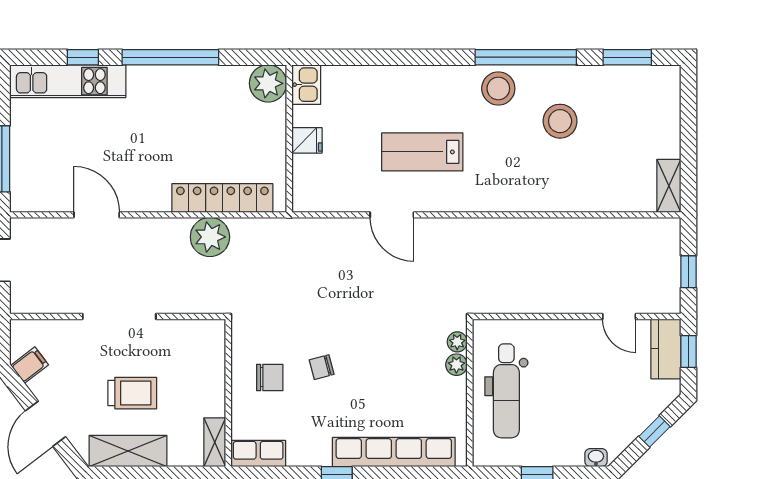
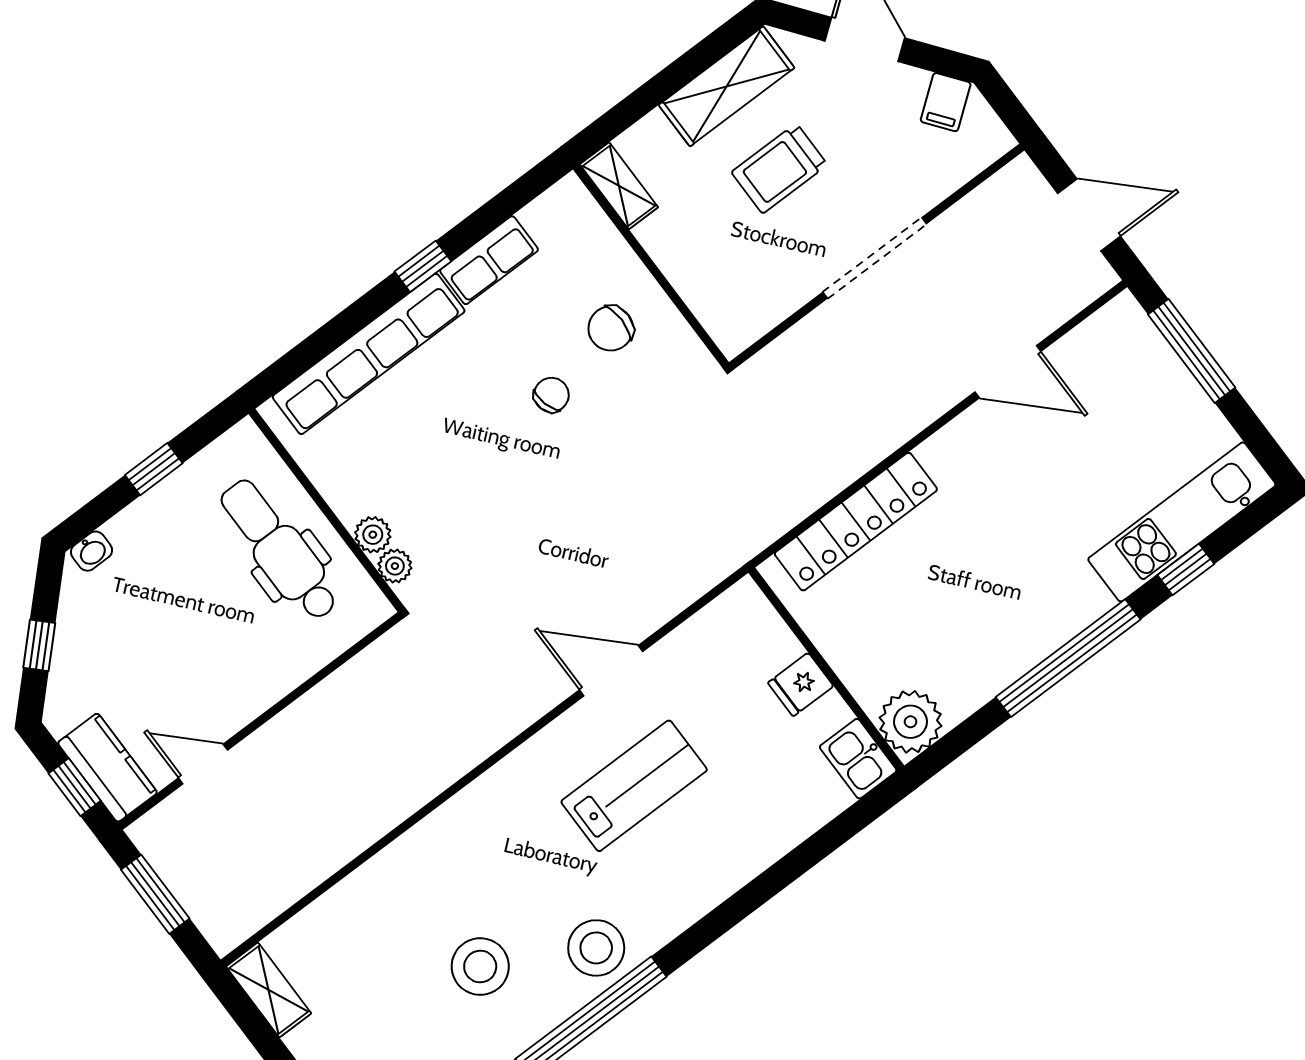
plant: (210, 237) -> (833, 457), removed
window: (688, 272) -> (155, 894), width x1.50
row of seats: (258, 453) -> (489, 260), moved

